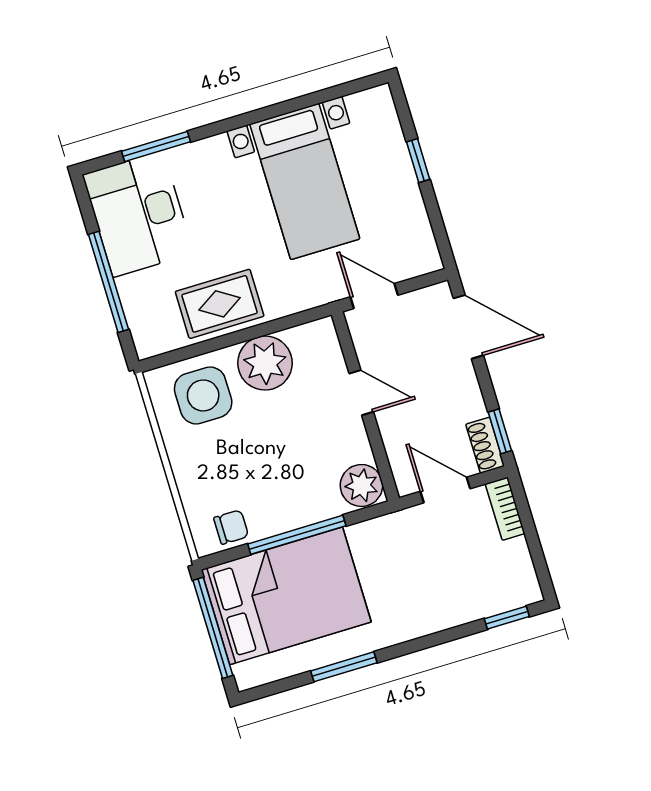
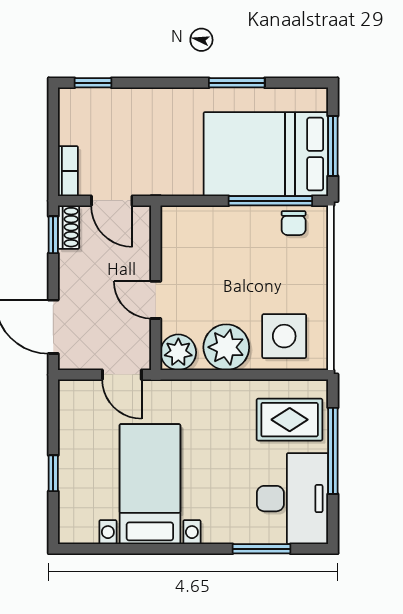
rug: (220, 304) -> (290, 420), moved
plant: (361, 485) -> (178, 352), moved
chair: (231, 527) -> (294, 223), turned -90
window: (297, 535) -> (270, 201), moved
window: (213, 628) -> (333, 146), width x0.69

